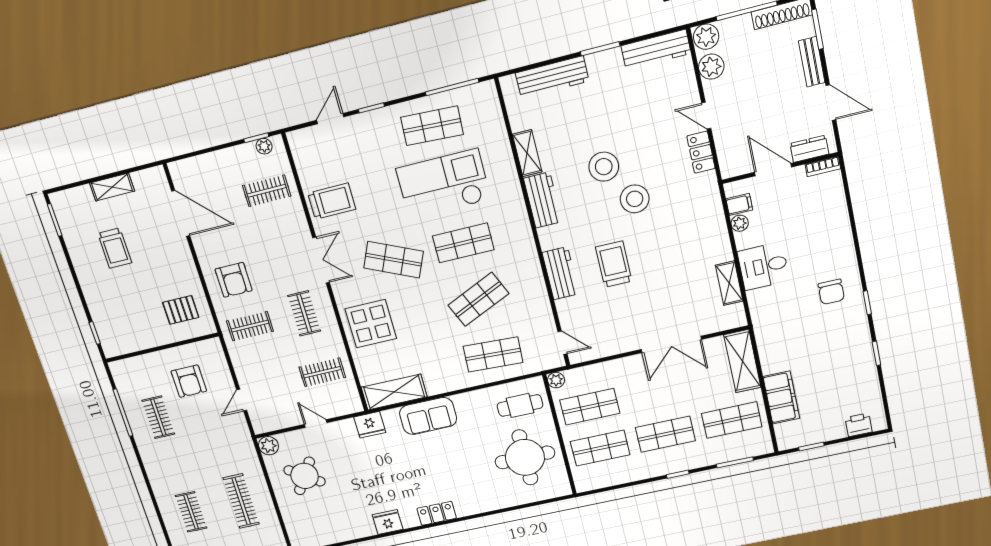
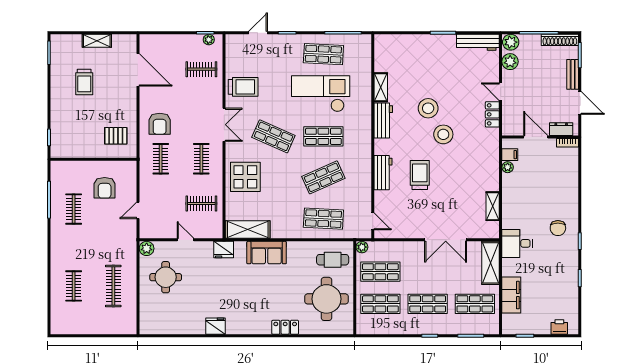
workbench: (552, 77) -> (409, 43), removed
desk: (763, 266) -> (517, 243), moved
clothes rail: (250, 326) -> (161, 159), turned 90
round table: (305, 476) -> (166, 277), turned -34
locker: (437, 513) -> (285, 327), moved

